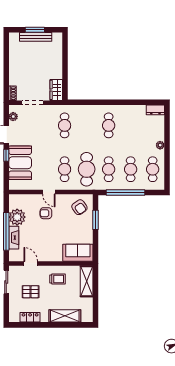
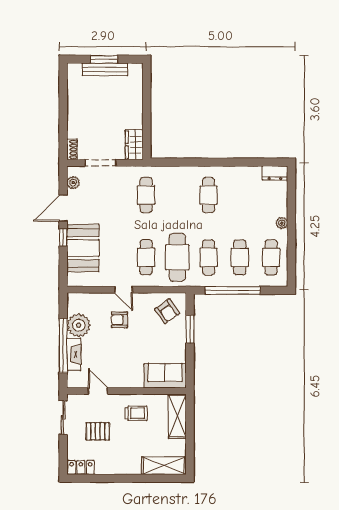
shelving: (65, 316) -> (164, 466), moved
locker: (30, 317) -> (81, 467), moved

